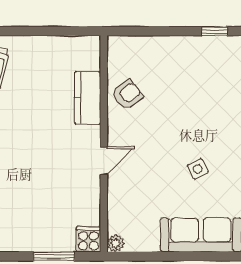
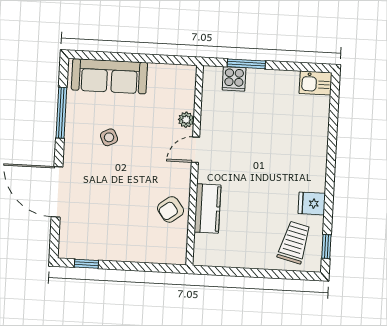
cooker: (88, 239) -> (234, 79), moved
plant: (116, 243) -> (186, 120), moved

